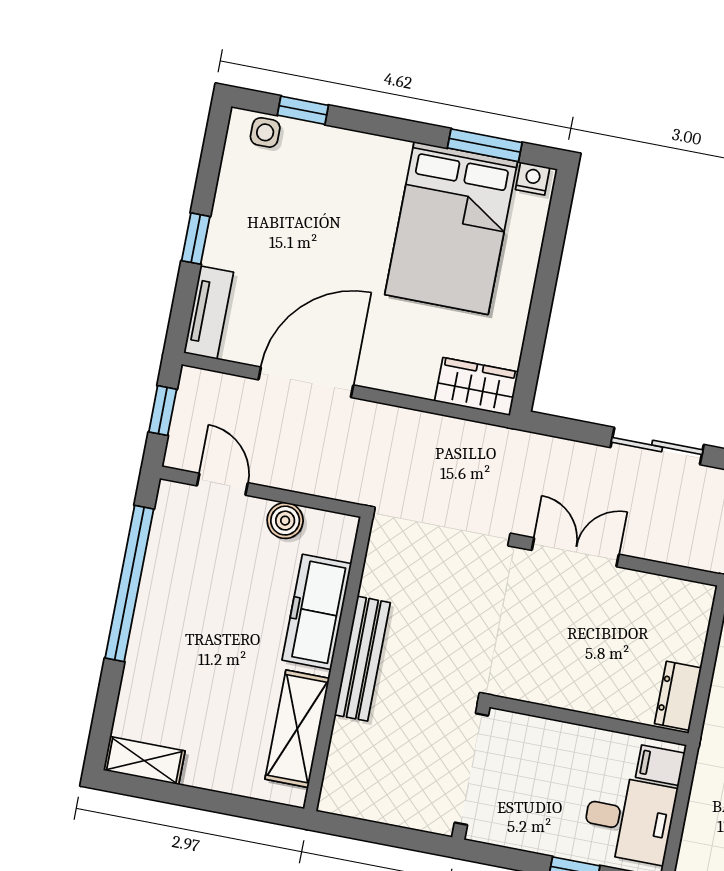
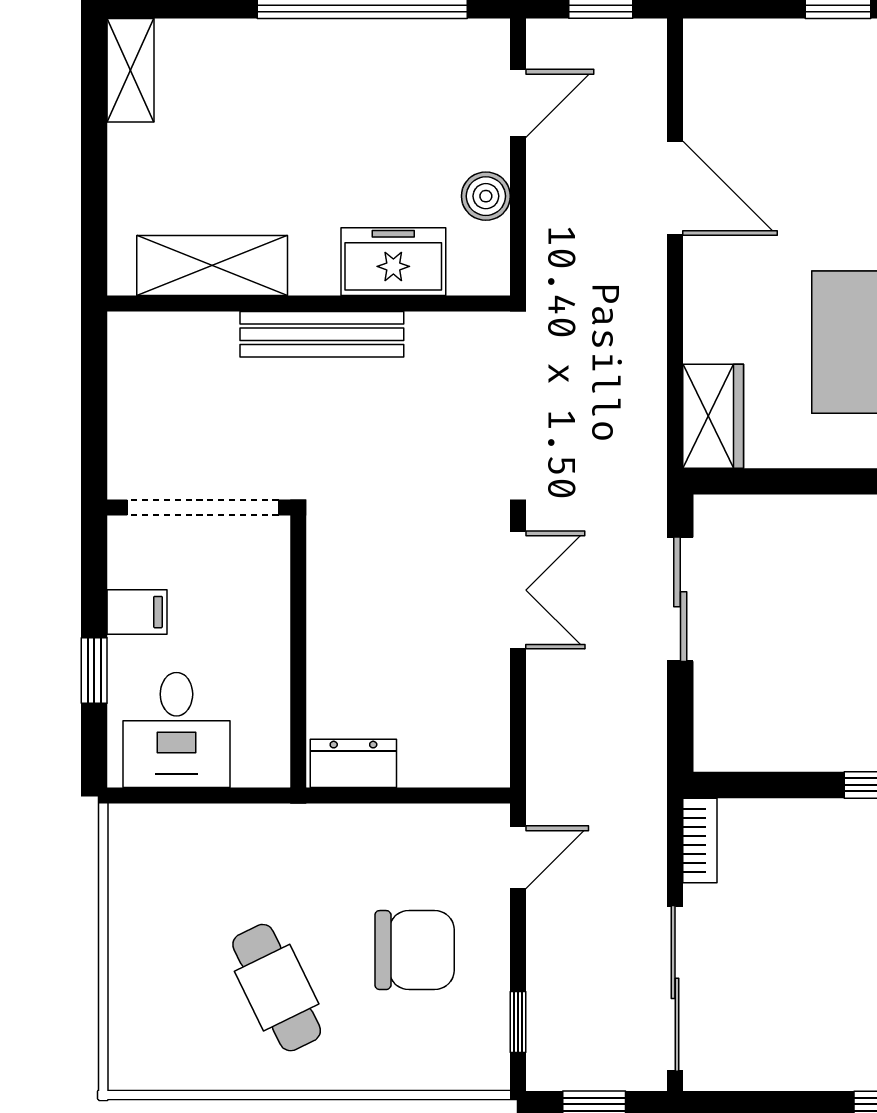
tv unit: (209, 313) -> (743, 41), removed
door: (306, 382) -> (675, 188), width x0.73
sliding door: (657, 446) -> (680, 599), moved
freezer: (317, 612) -> (393, 262), width x0.71
filing cabinet: (660, 765) -> (137, 612), moved, turned 90

